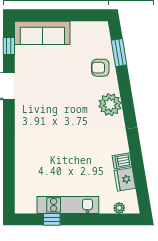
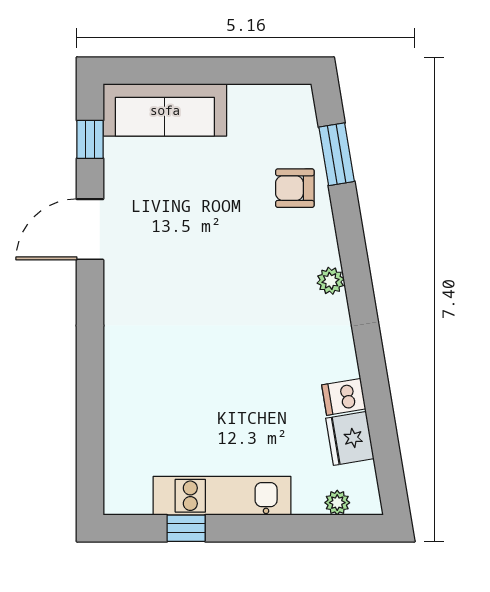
plant: (110, 105) -> (331, 281), width x0.53, depth x0.53

